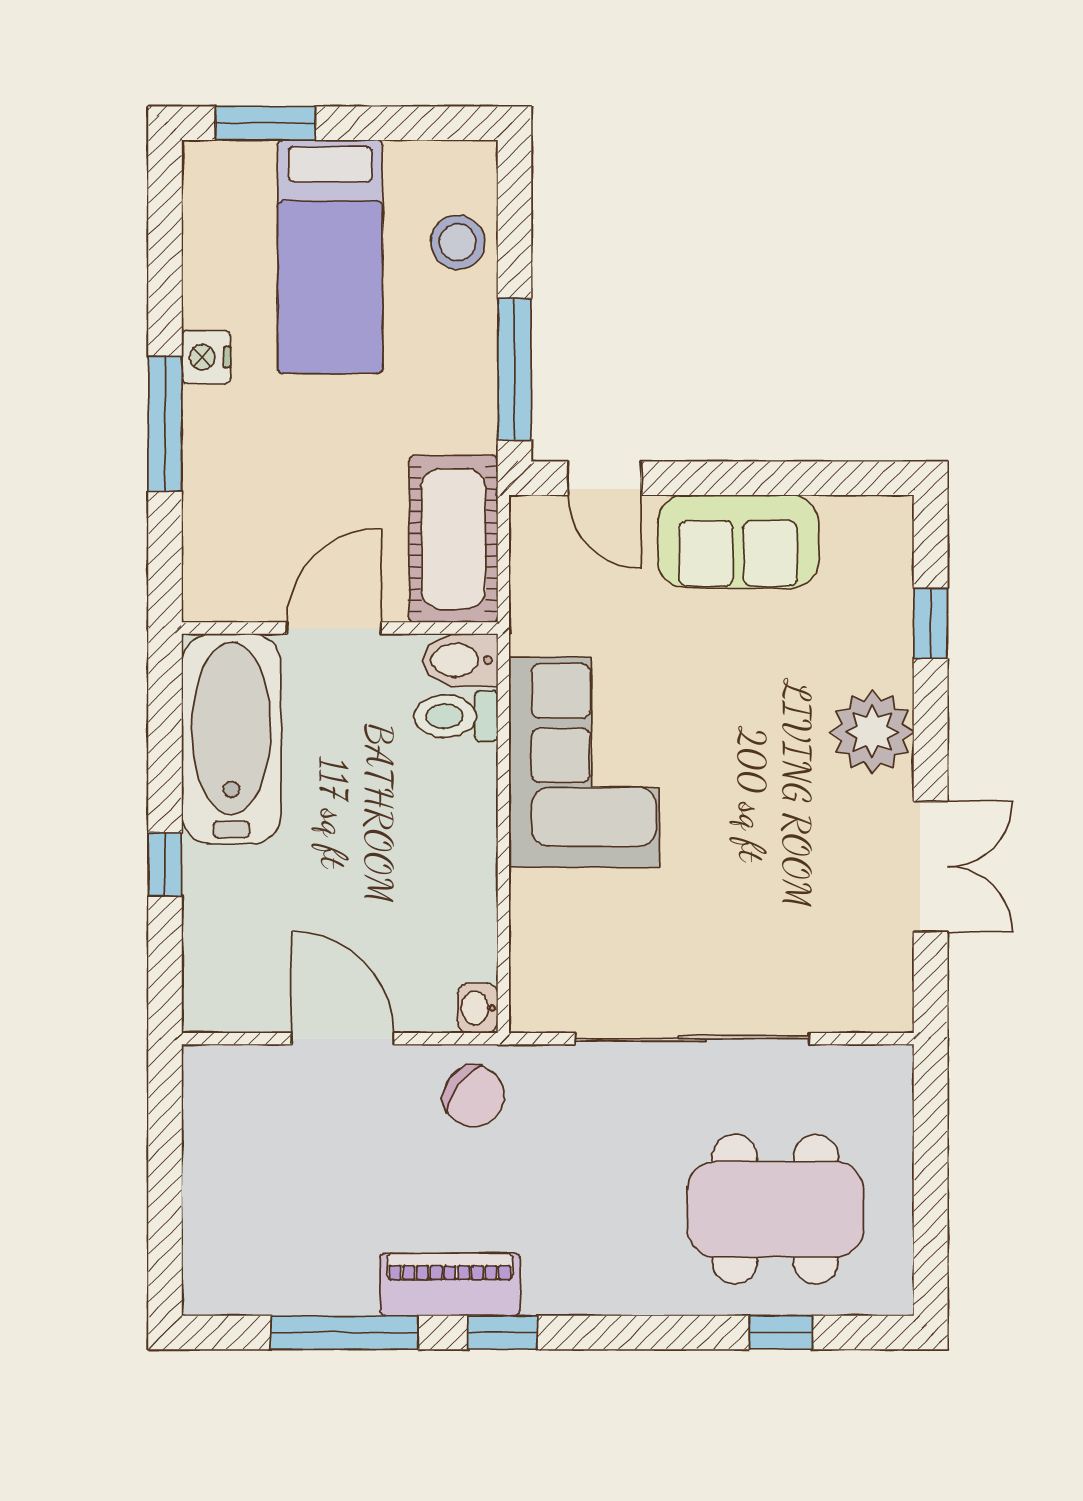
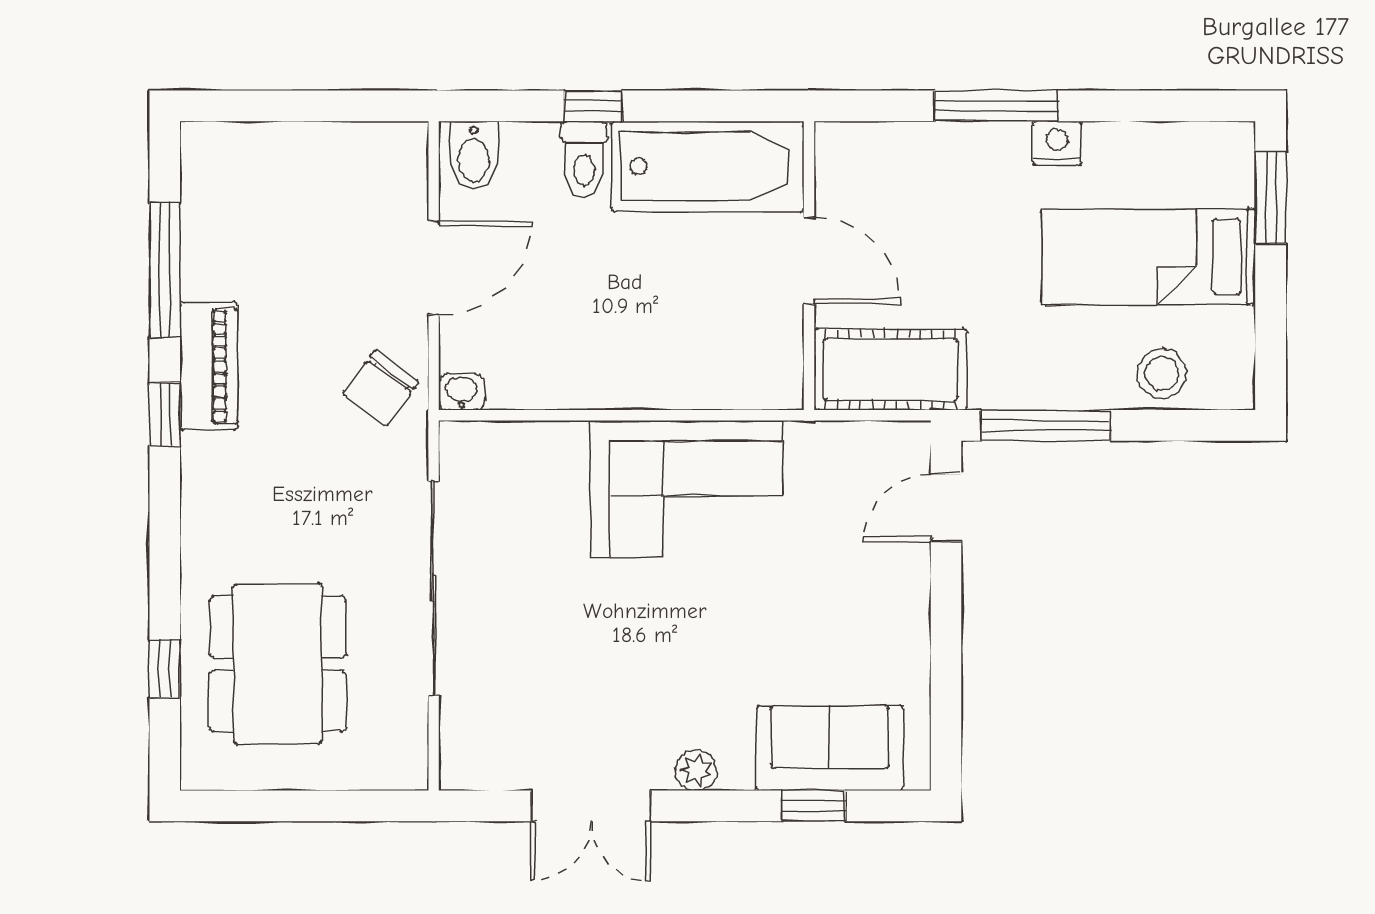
sofa: (738, 541) -> (830, 748), moved, turned 90
bidet: (460, 660) -> (474, 156), moved, turned 180
toilet: (456, 716) -> (584, 159), moved, turned 180
plant: (872, 732) -> (696, 770), width x0.53, depth x0.53

